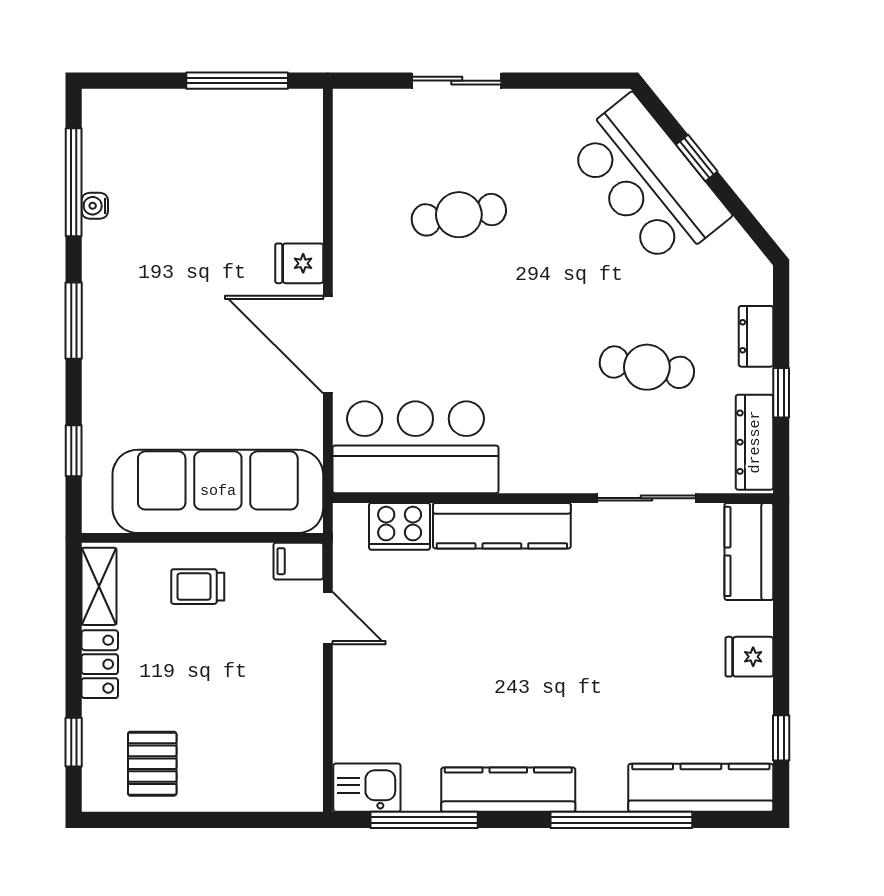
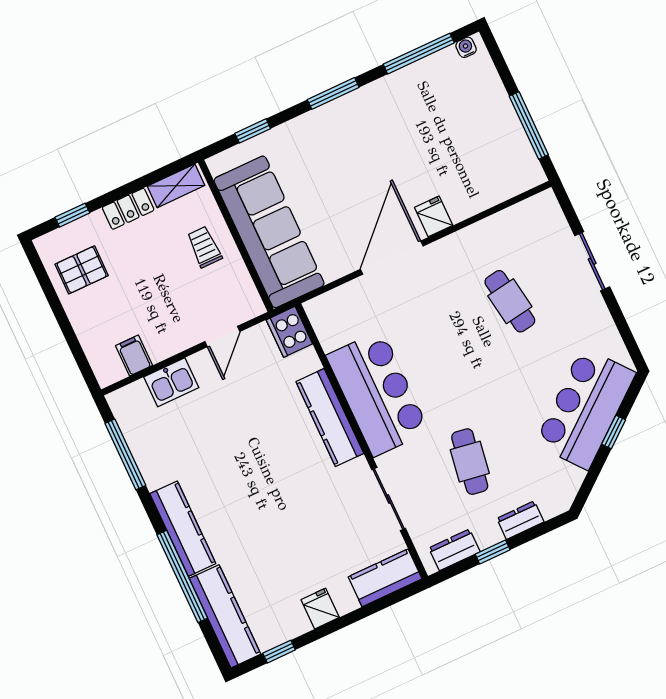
water cooler: (95, 206) -> (466, 47), moved
dresser: (755, 442) -> (454, 550), width x0.70
bar counter: (415, 447) -> (378, 393), moved
cooker: (400, 526) -> (289, 332), moved
filing cabinet: (298, 561) -> (134, 356), moved
kitchen sink: (367, 788) -> (171, 382), moved, turned 90
kitchen counter: (508, 790) -> (183, 529), moved

